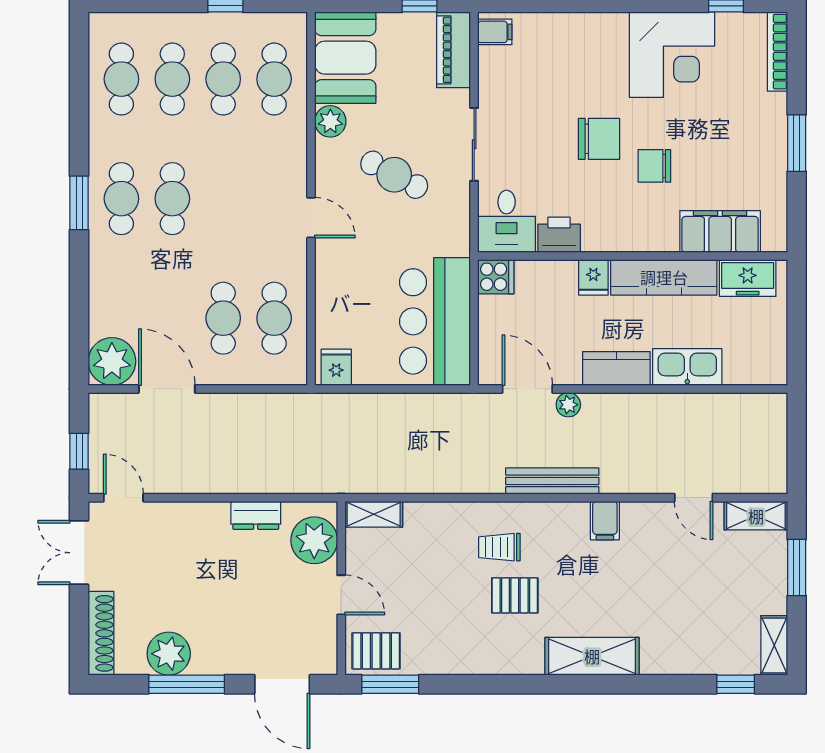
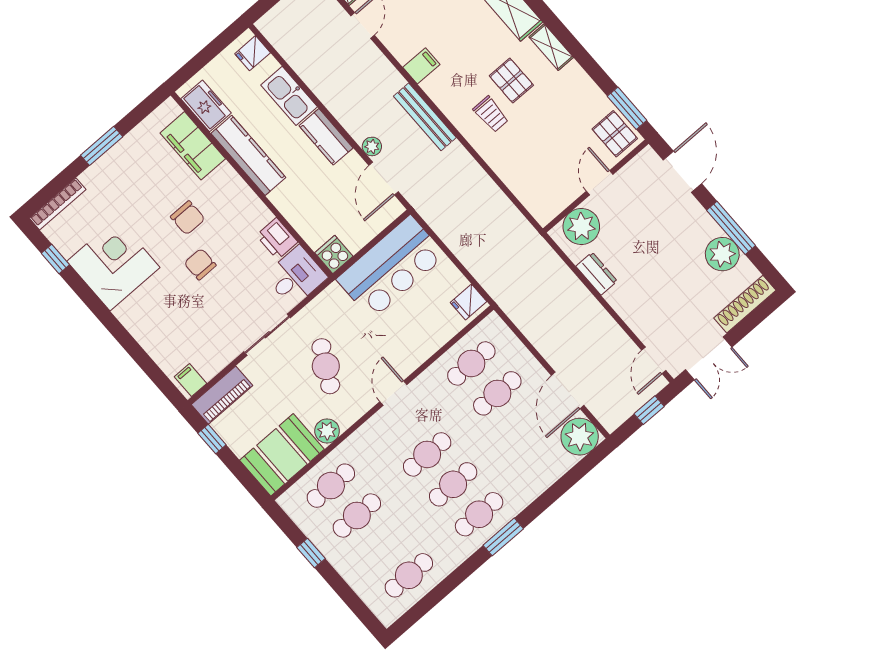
cafe table: (172, 79) -> (427, 454), moved
chair: (599, 139) -> (200, 264), width x0.73, depth x0.73
fridge: (593, 277) -> (253, 53), moved, turned 180
shelving: (374, 514) -> (551, 47), moved

